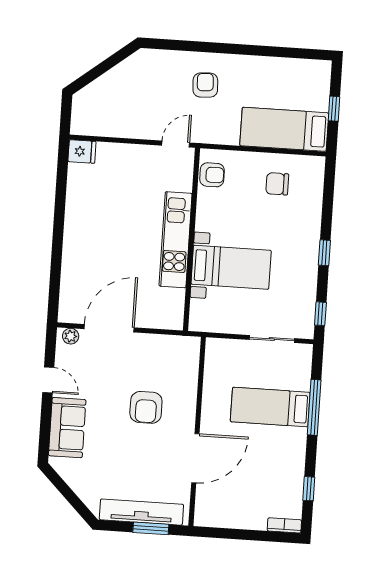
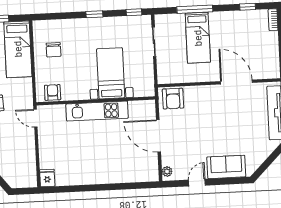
door: (109, 328) -> (159, 136), moved
armchair: (146, 407) -> (173, 99), moved, turned 90

